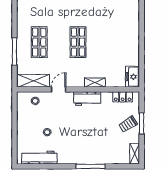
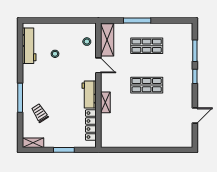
freezer: (132, 77) -> (111, 141), removed
locker: (123, 97) -> (91, 125), width x1.53
trolley: (128, 124) -> (40, 113), moved

